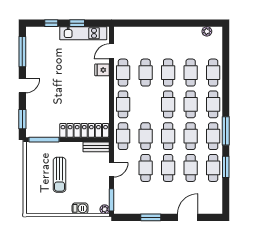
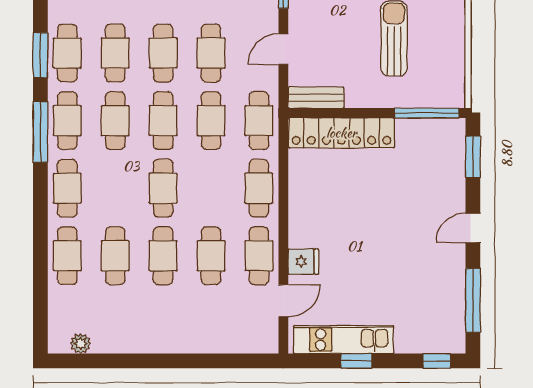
window: (51, 23) -> (437, 361), moved
cafe table: (191, 104) -> (115, 188), removed

